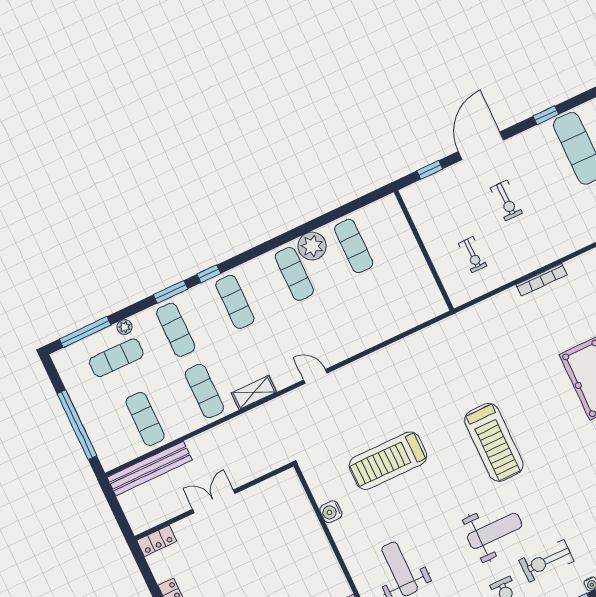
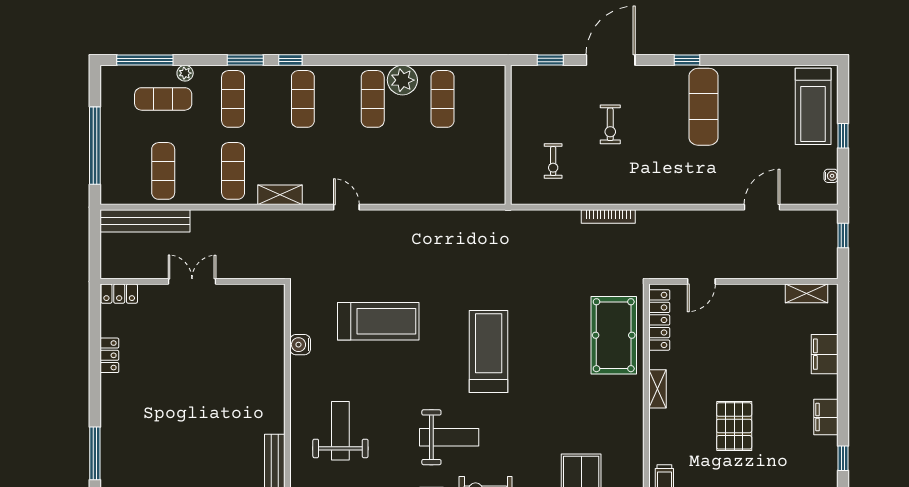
treadmill: (494, 442) -> (489, 352), turned 180
treadmill: (388, 461) -> (378, 321), turned 180

